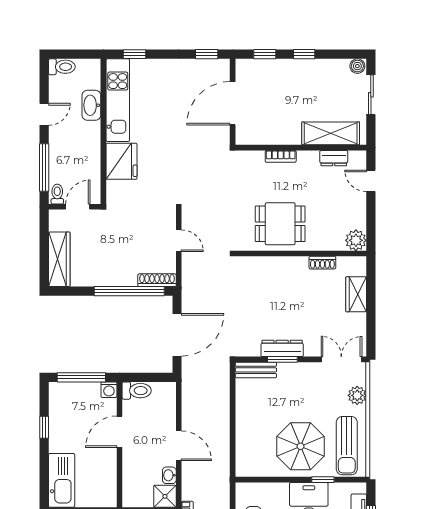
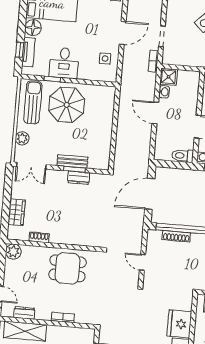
shoe rack: (157, 280) -> (176, 236), moved
dresser: (282, 348) -> (79, 178), width x0.70
bench: (256, 370) -> (72, 161), moved

